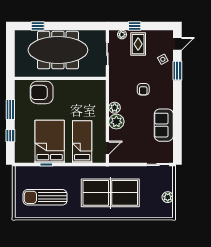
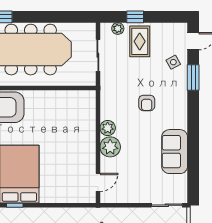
bed: (82, 142) -> (64, 174), removed

